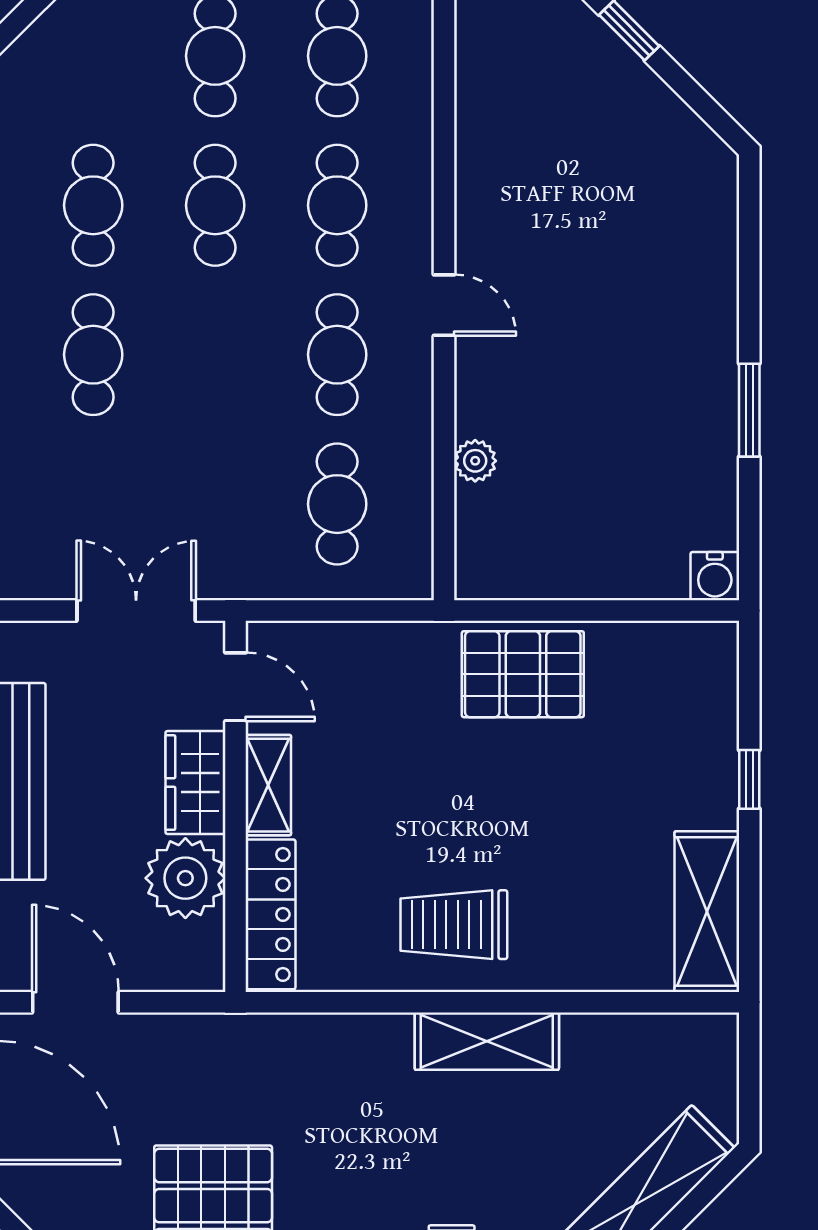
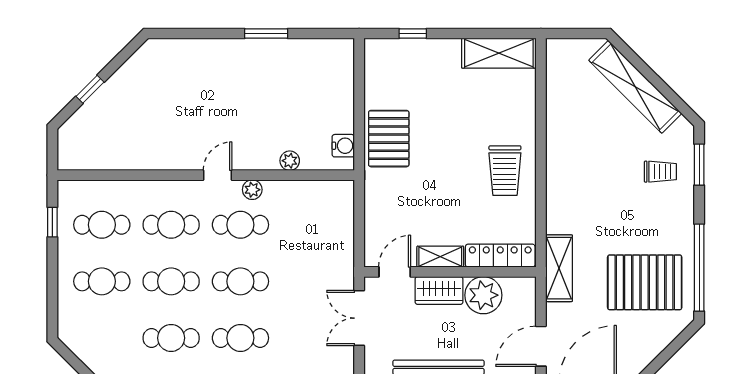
plant: (413, 380) -> (252, 190), added
cafe table: (337, 504) -> (240, 281), moved
water cooler: (715, 576) -> (343, 146), moved
window: (749, 779) -> (413, 34), moved
shelving: (487, 1041) -> (559, 268), moved

